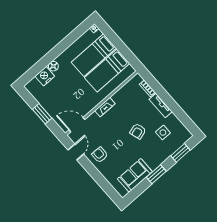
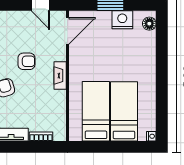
floor lamp: (53, 66) -> (149, 24), moved
nightstand: (45, 76) -> (122, 20), moved, turned -90
armchair: (100, 155) -> (26, 61), moved

